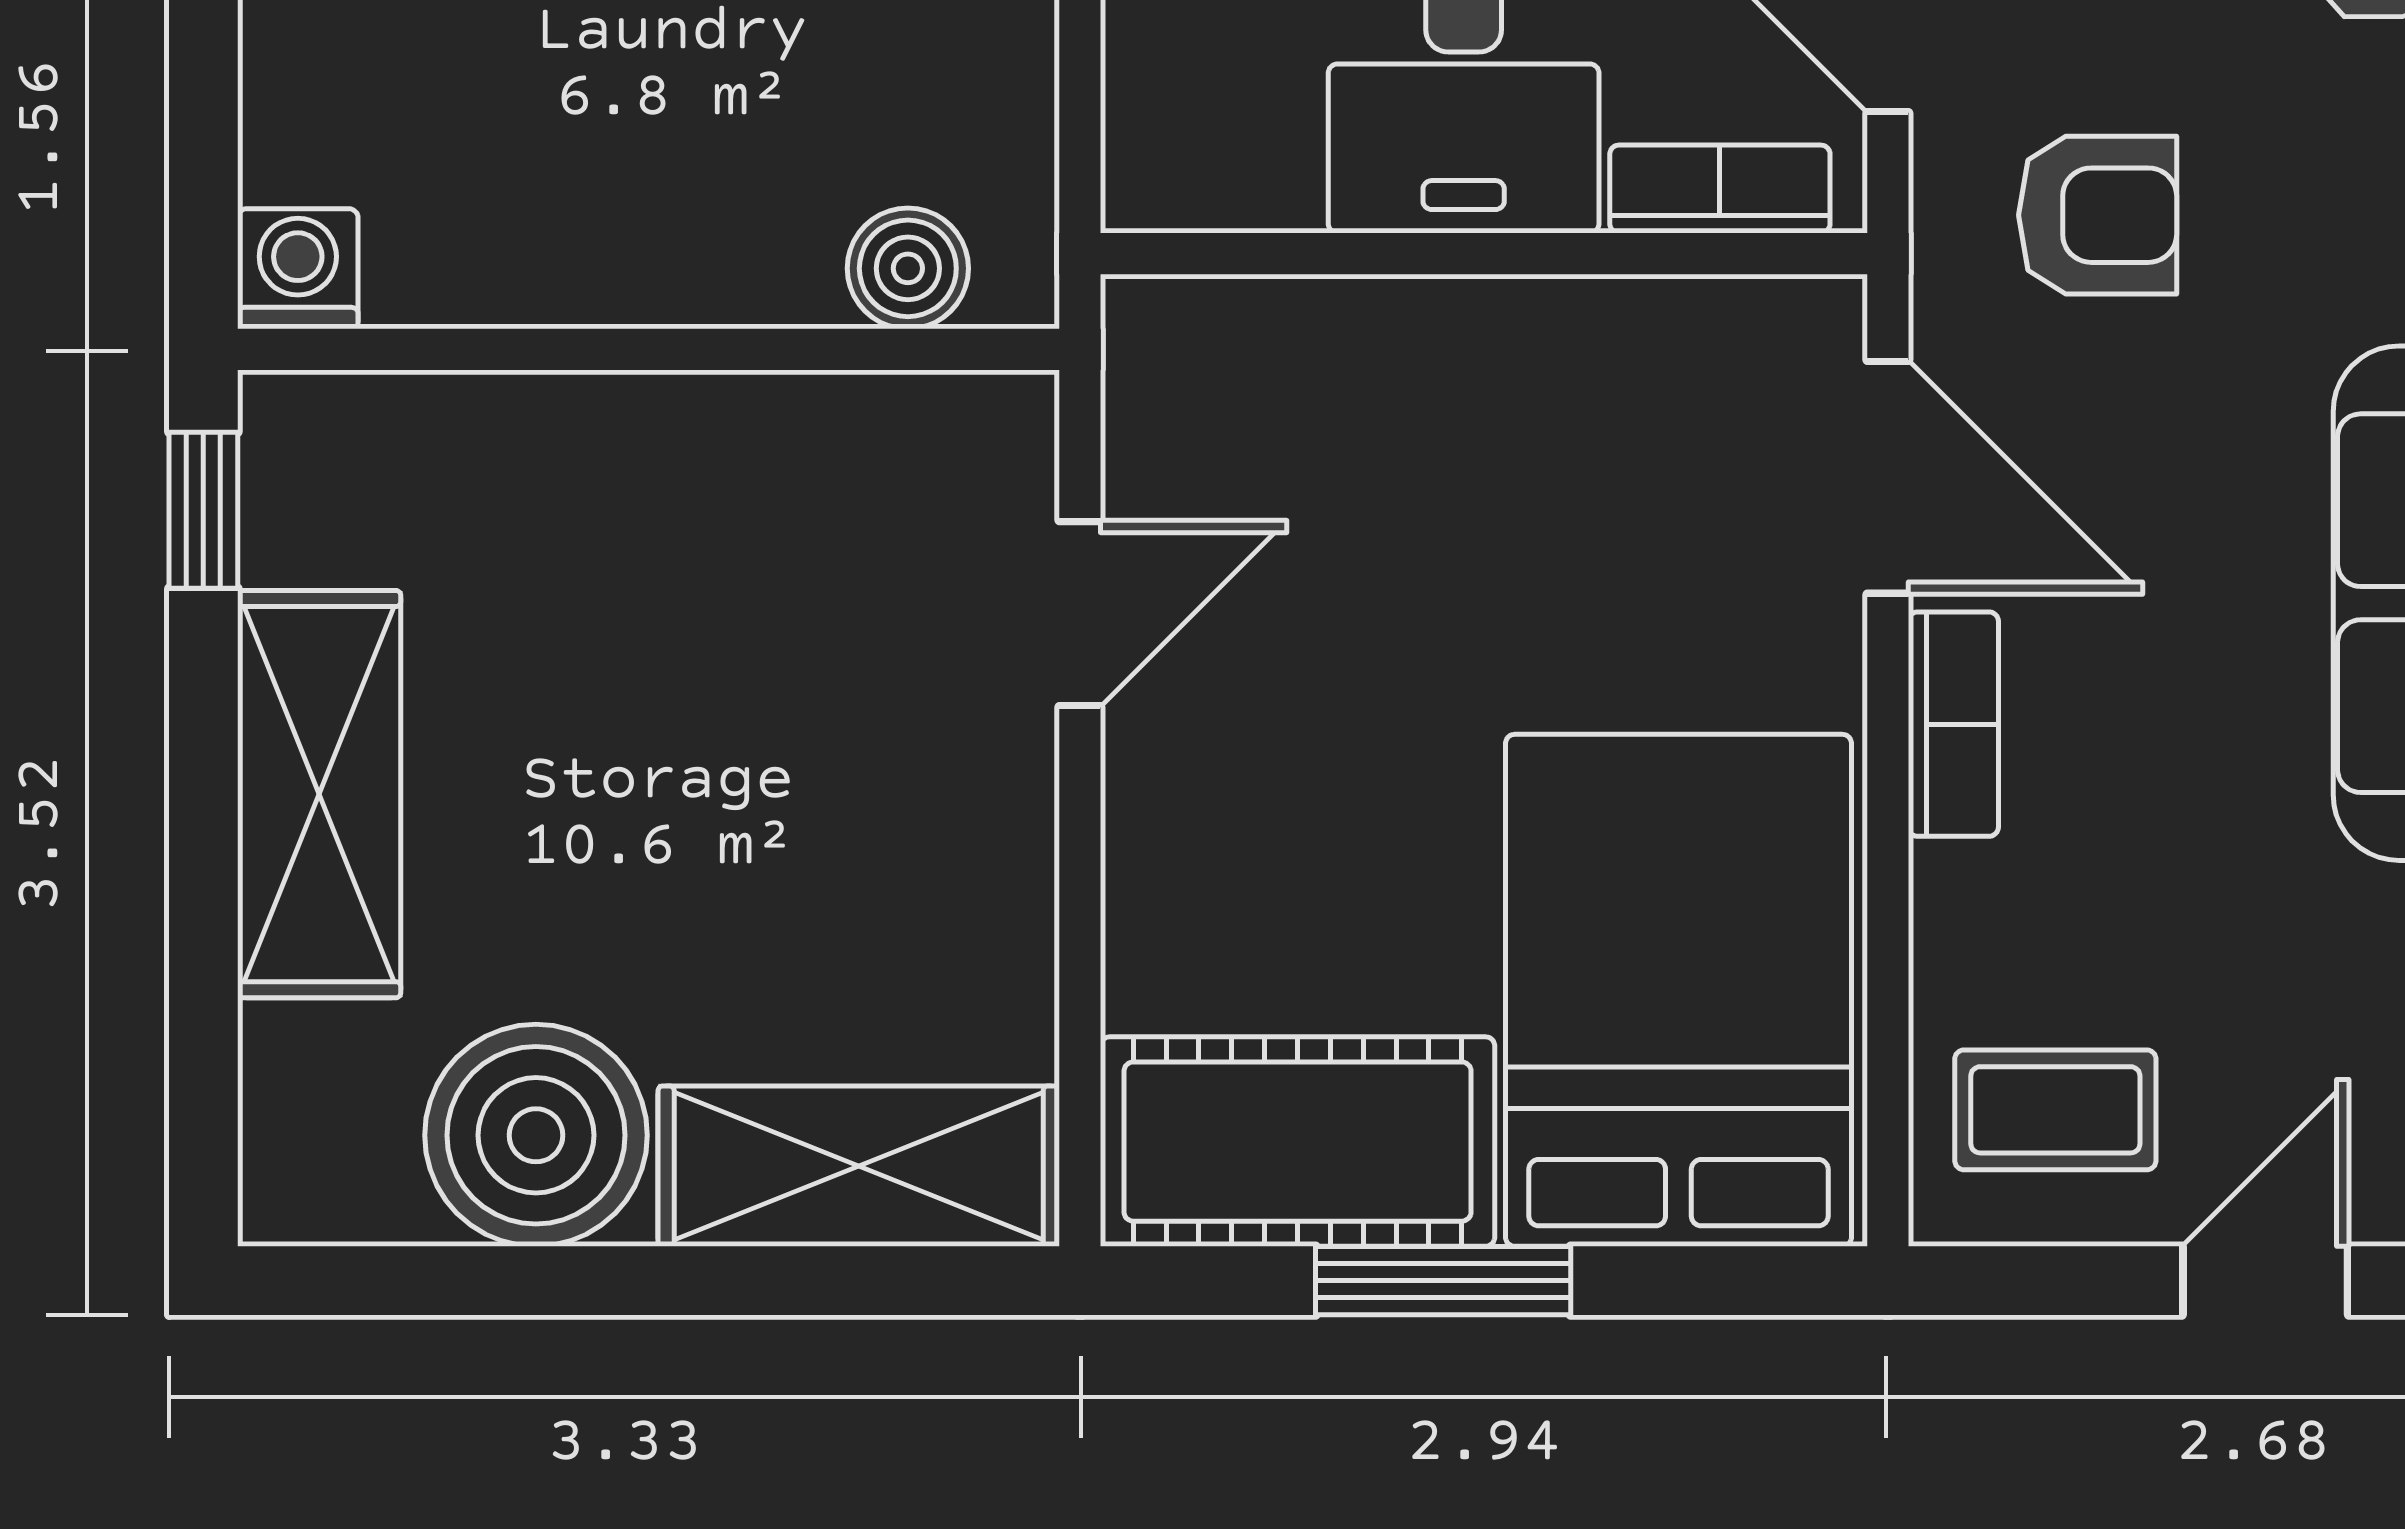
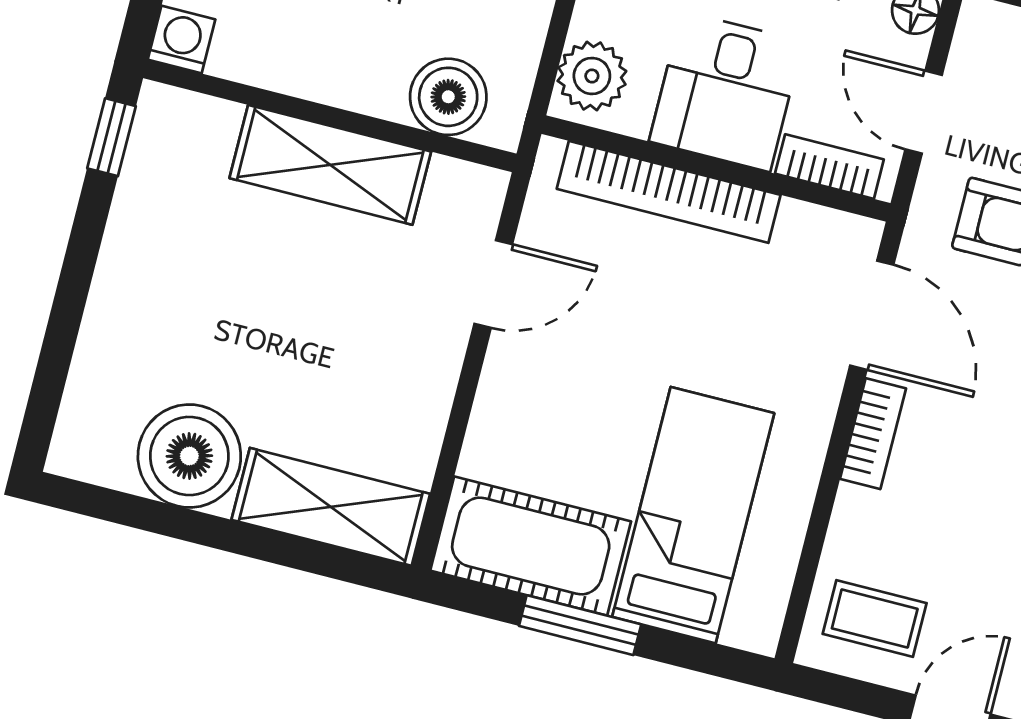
plant: (1175, 126) -> (592, 76), added
boiler: (908, 268) -> (448, 97), width x1.36, depth x1.36
bookcase: (1397, 328) -> (669, 192), added
shelving: (319, 794) -> (330, 165), moved, turned 90
bed: (1678, 990) -> (693, 515), width x0.67

